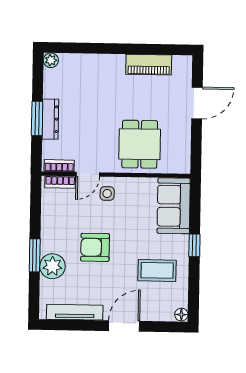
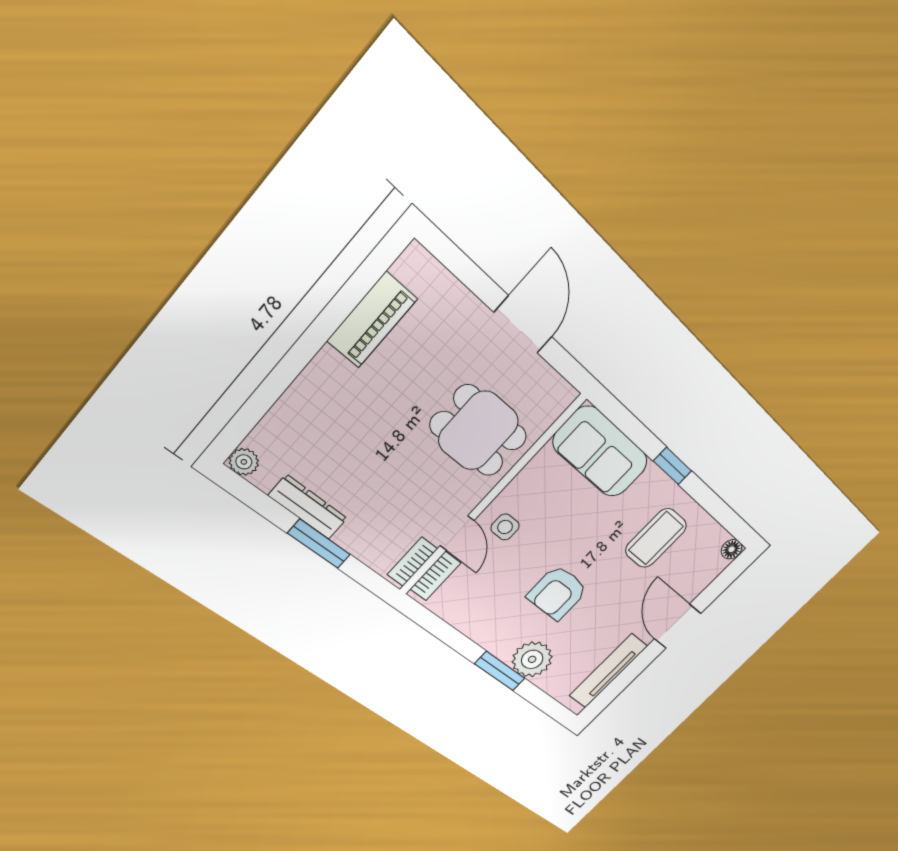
door: (197, 103) -> (523, 325), moved
dresser: (50, 119) -> (308, 507), moved

